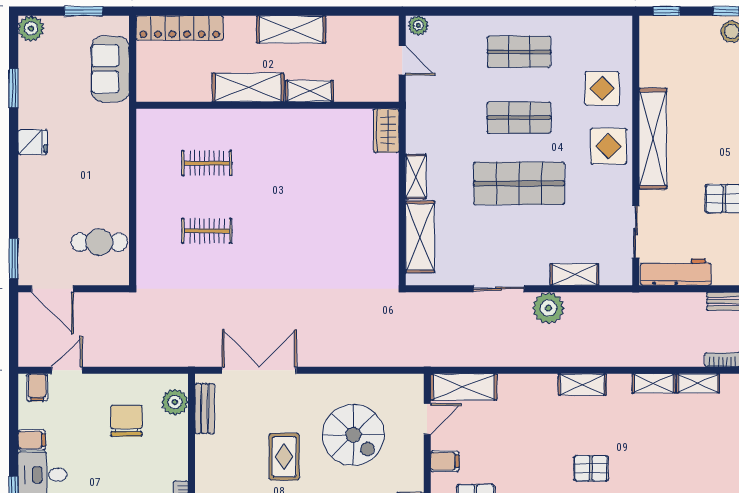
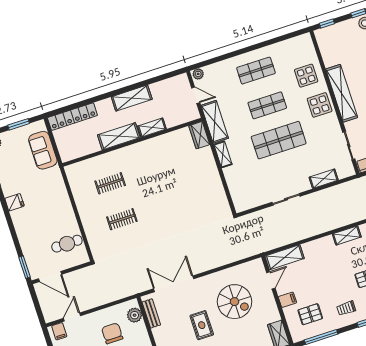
shelving: (420, 237) -> (215, 122), moved
plant: (548, 308) -> (316, 201), removed

